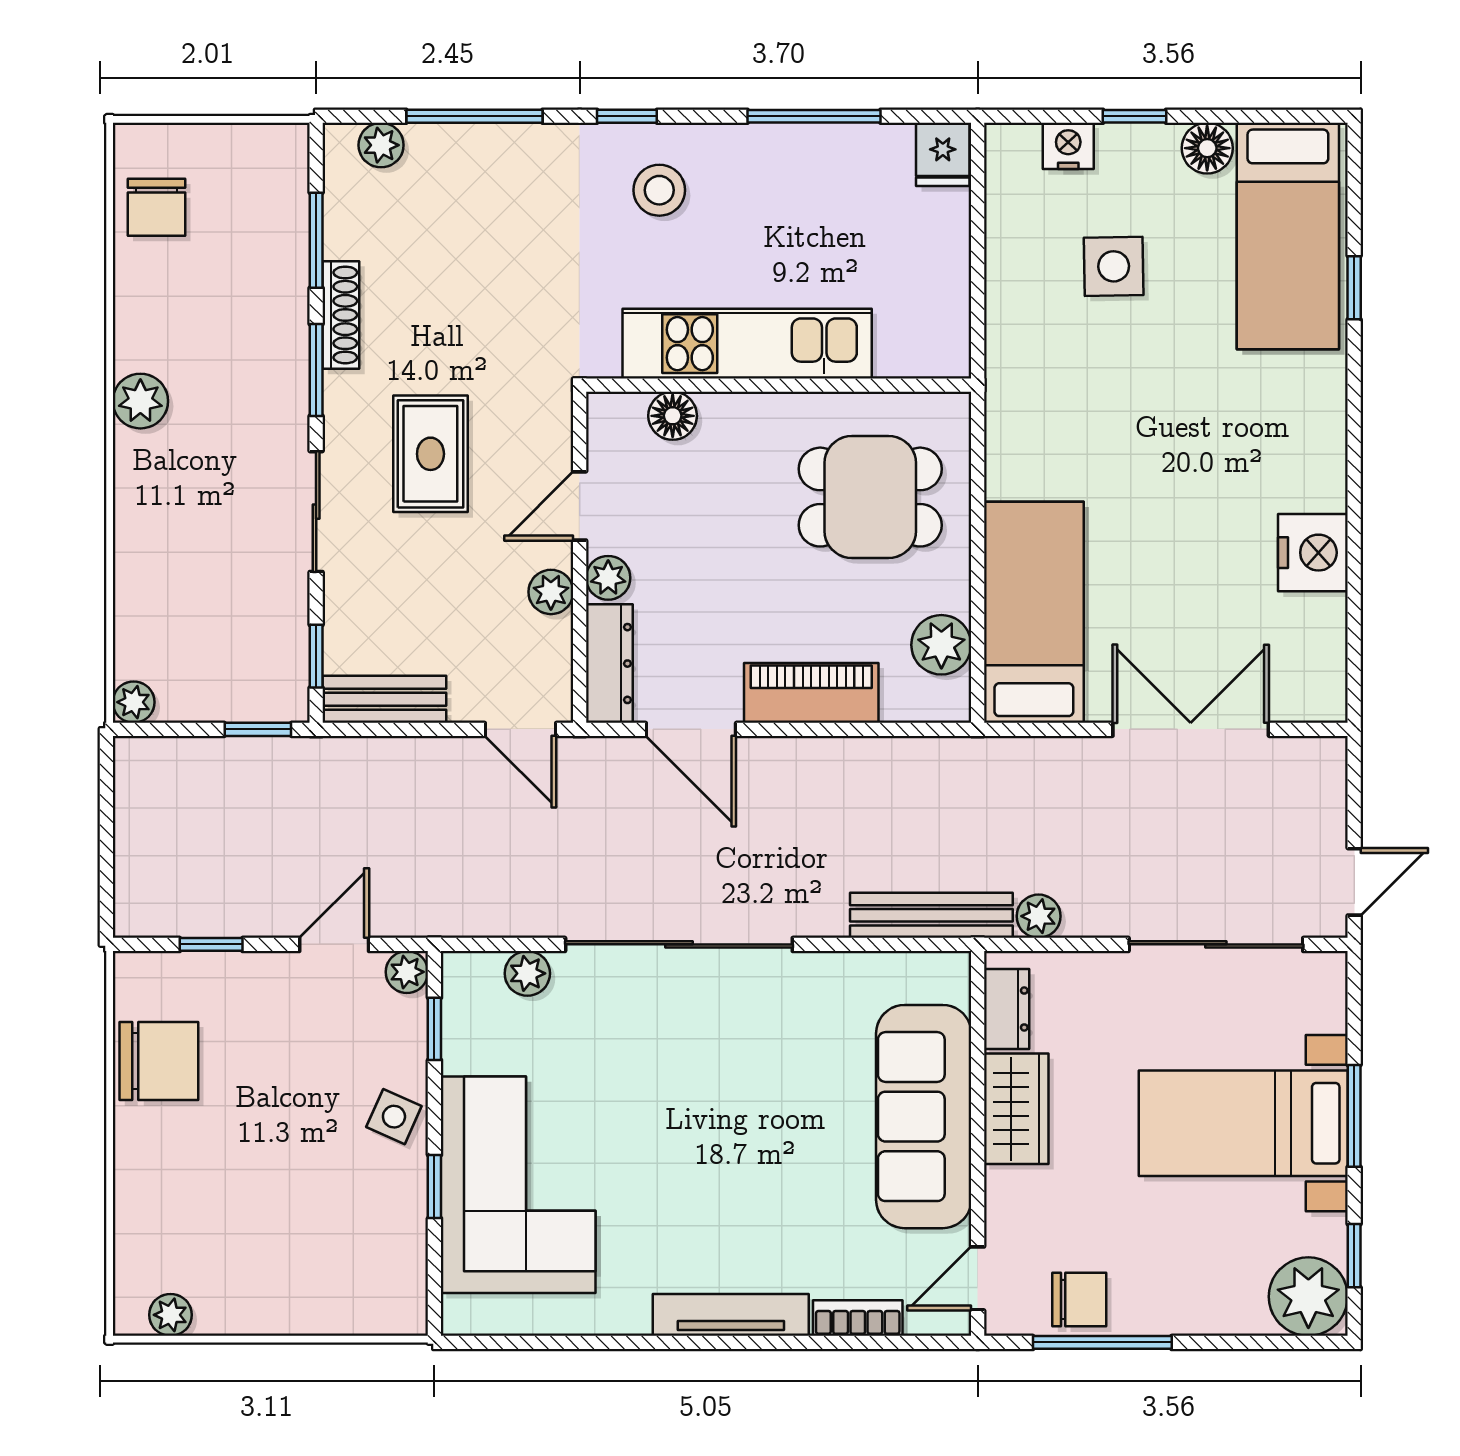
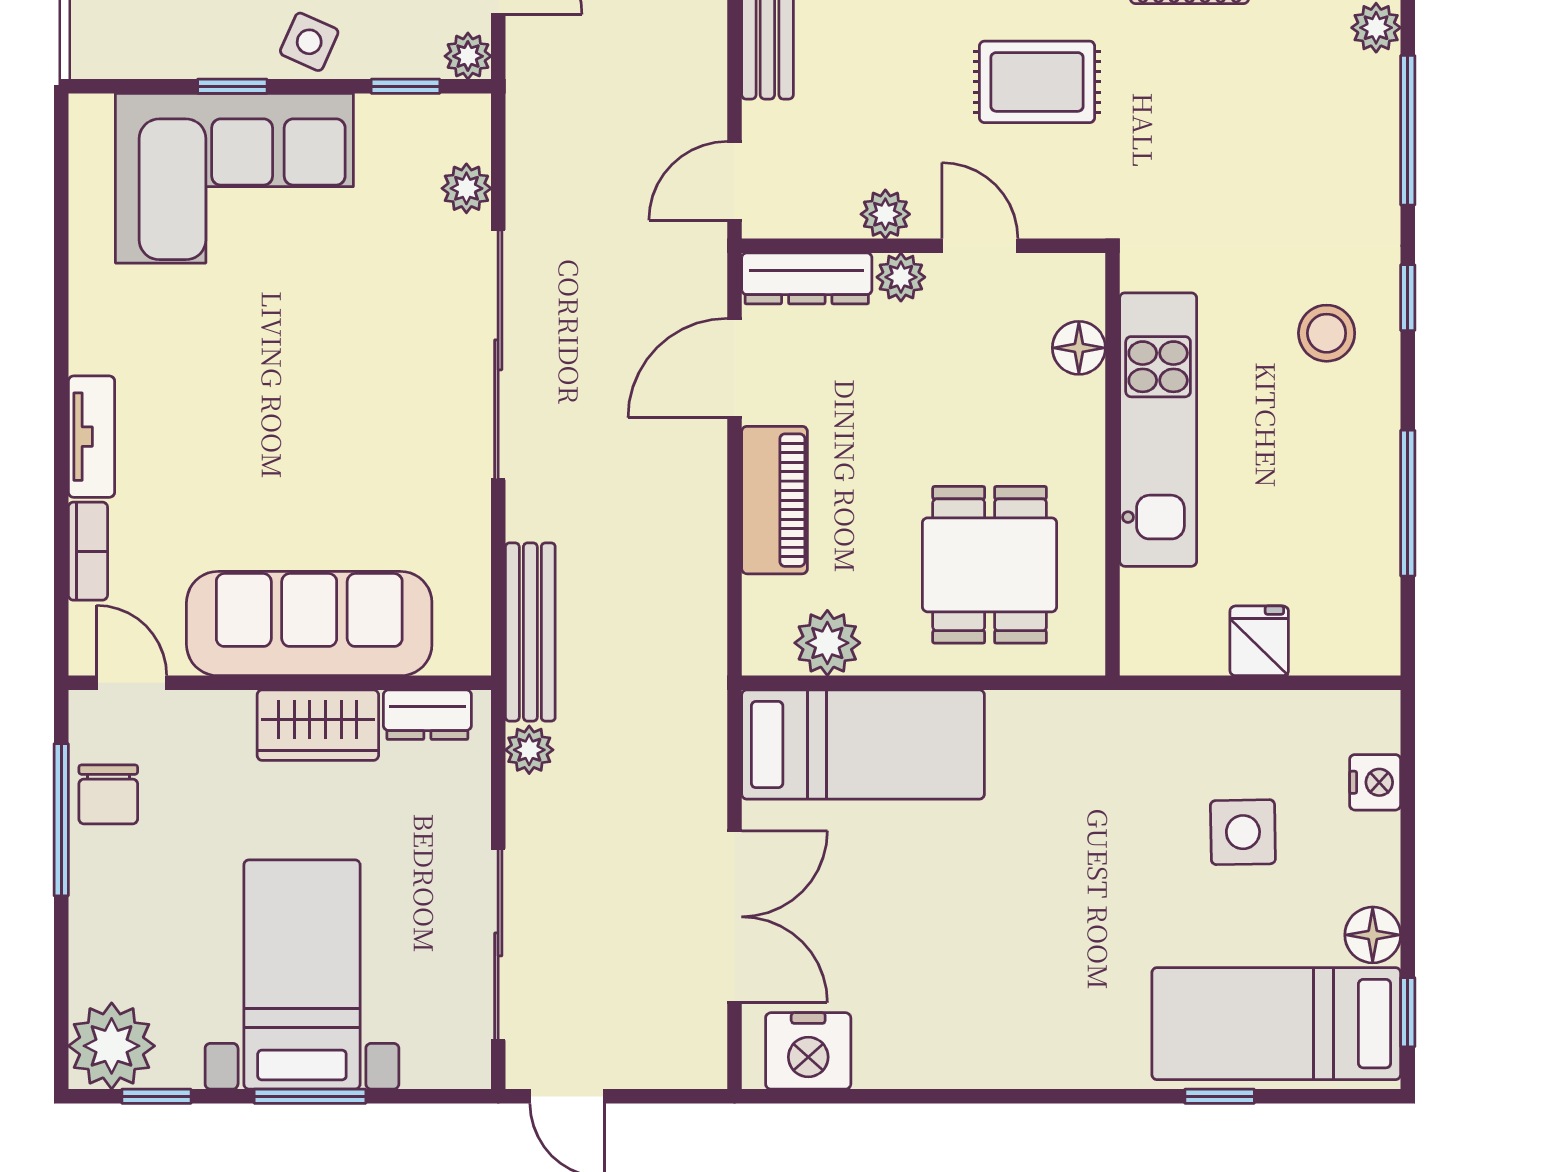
window: (1135, 116) -> (1408, 1012), moved
fridge: (943, 154) -> (1259, 641), moved, turned 90
nightstand: (1313, 553) -> (808, 1051), moved
tv unit: (731, 1315) -> (91, 437), width x0.71

